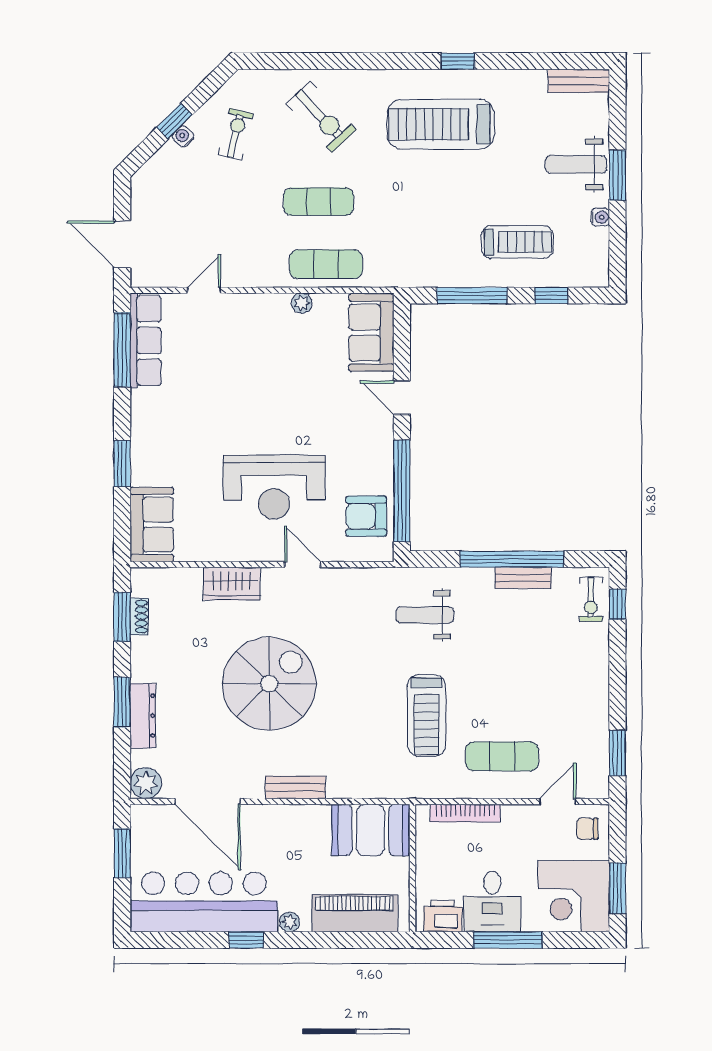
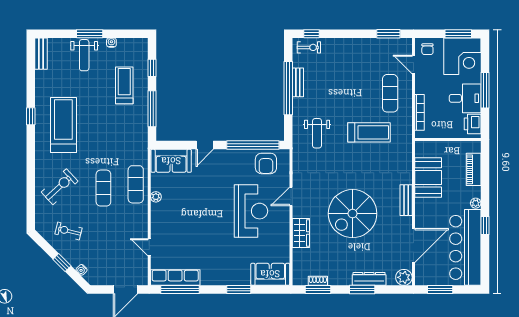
treadmill: (441, 124) -> (63, 125), turned 180
water cooler: (183, 136) -> (82, 270), moved
spiral stairs: (269, 684) -> (353, 214), turned -90
booth: (370, 830) -> (428, 177), moved
piano: (355, 913) -> (474, 169), width x0.73, depth x0.75

